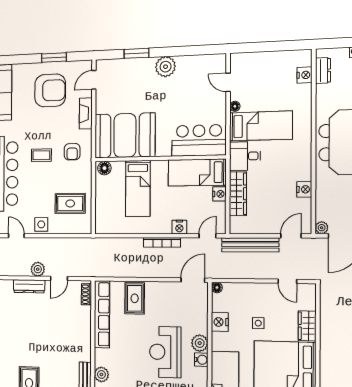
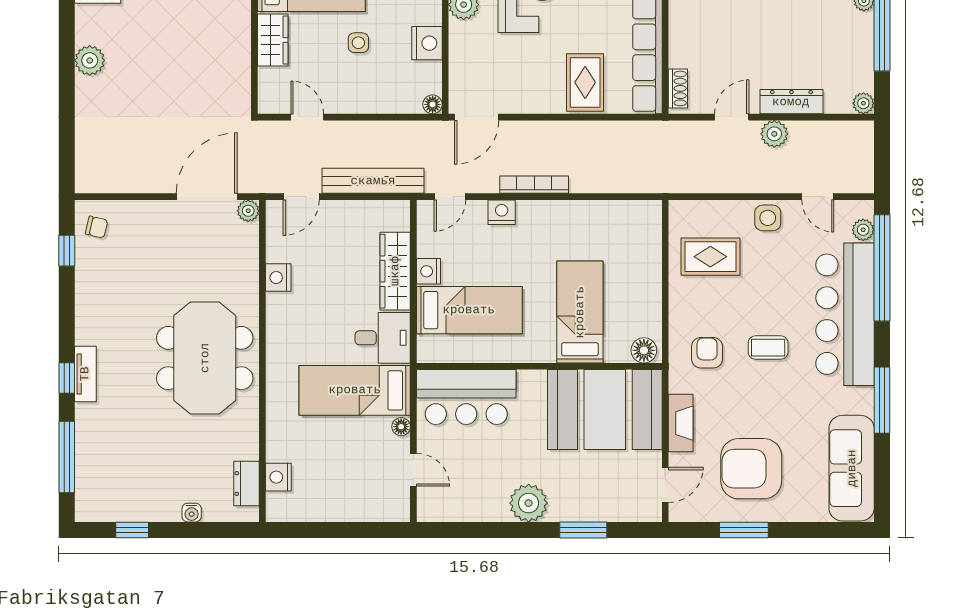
booth: (125, 135) -> (605, 410), moved
bar counter: (199, 140) -> (466, 397), moved
wall: (159, 158) -> (539, 366), moved
floor lamp: (104, 168) -> (644, 350), moved
bed: (138, 188) -> (580, 312), moved

